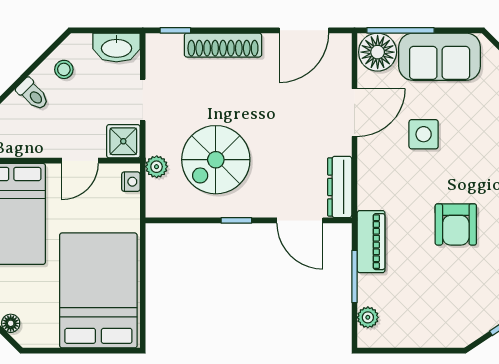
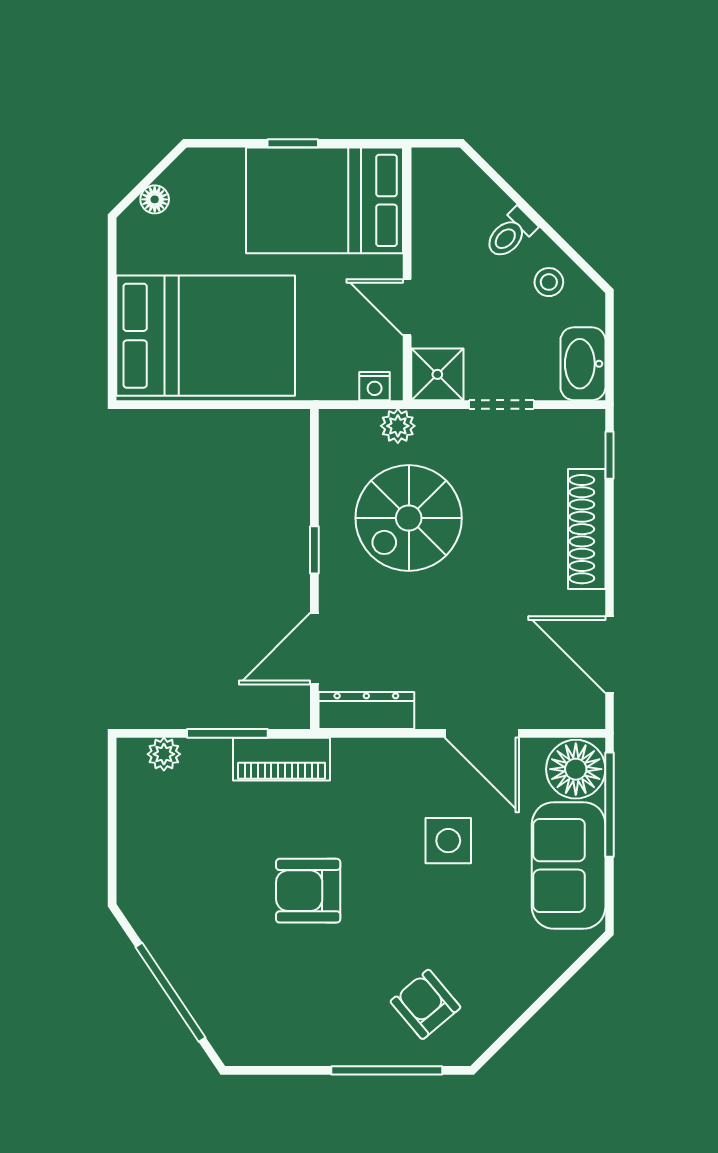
spiral stairs: (216, 160) -> (409, 518), turned -90

